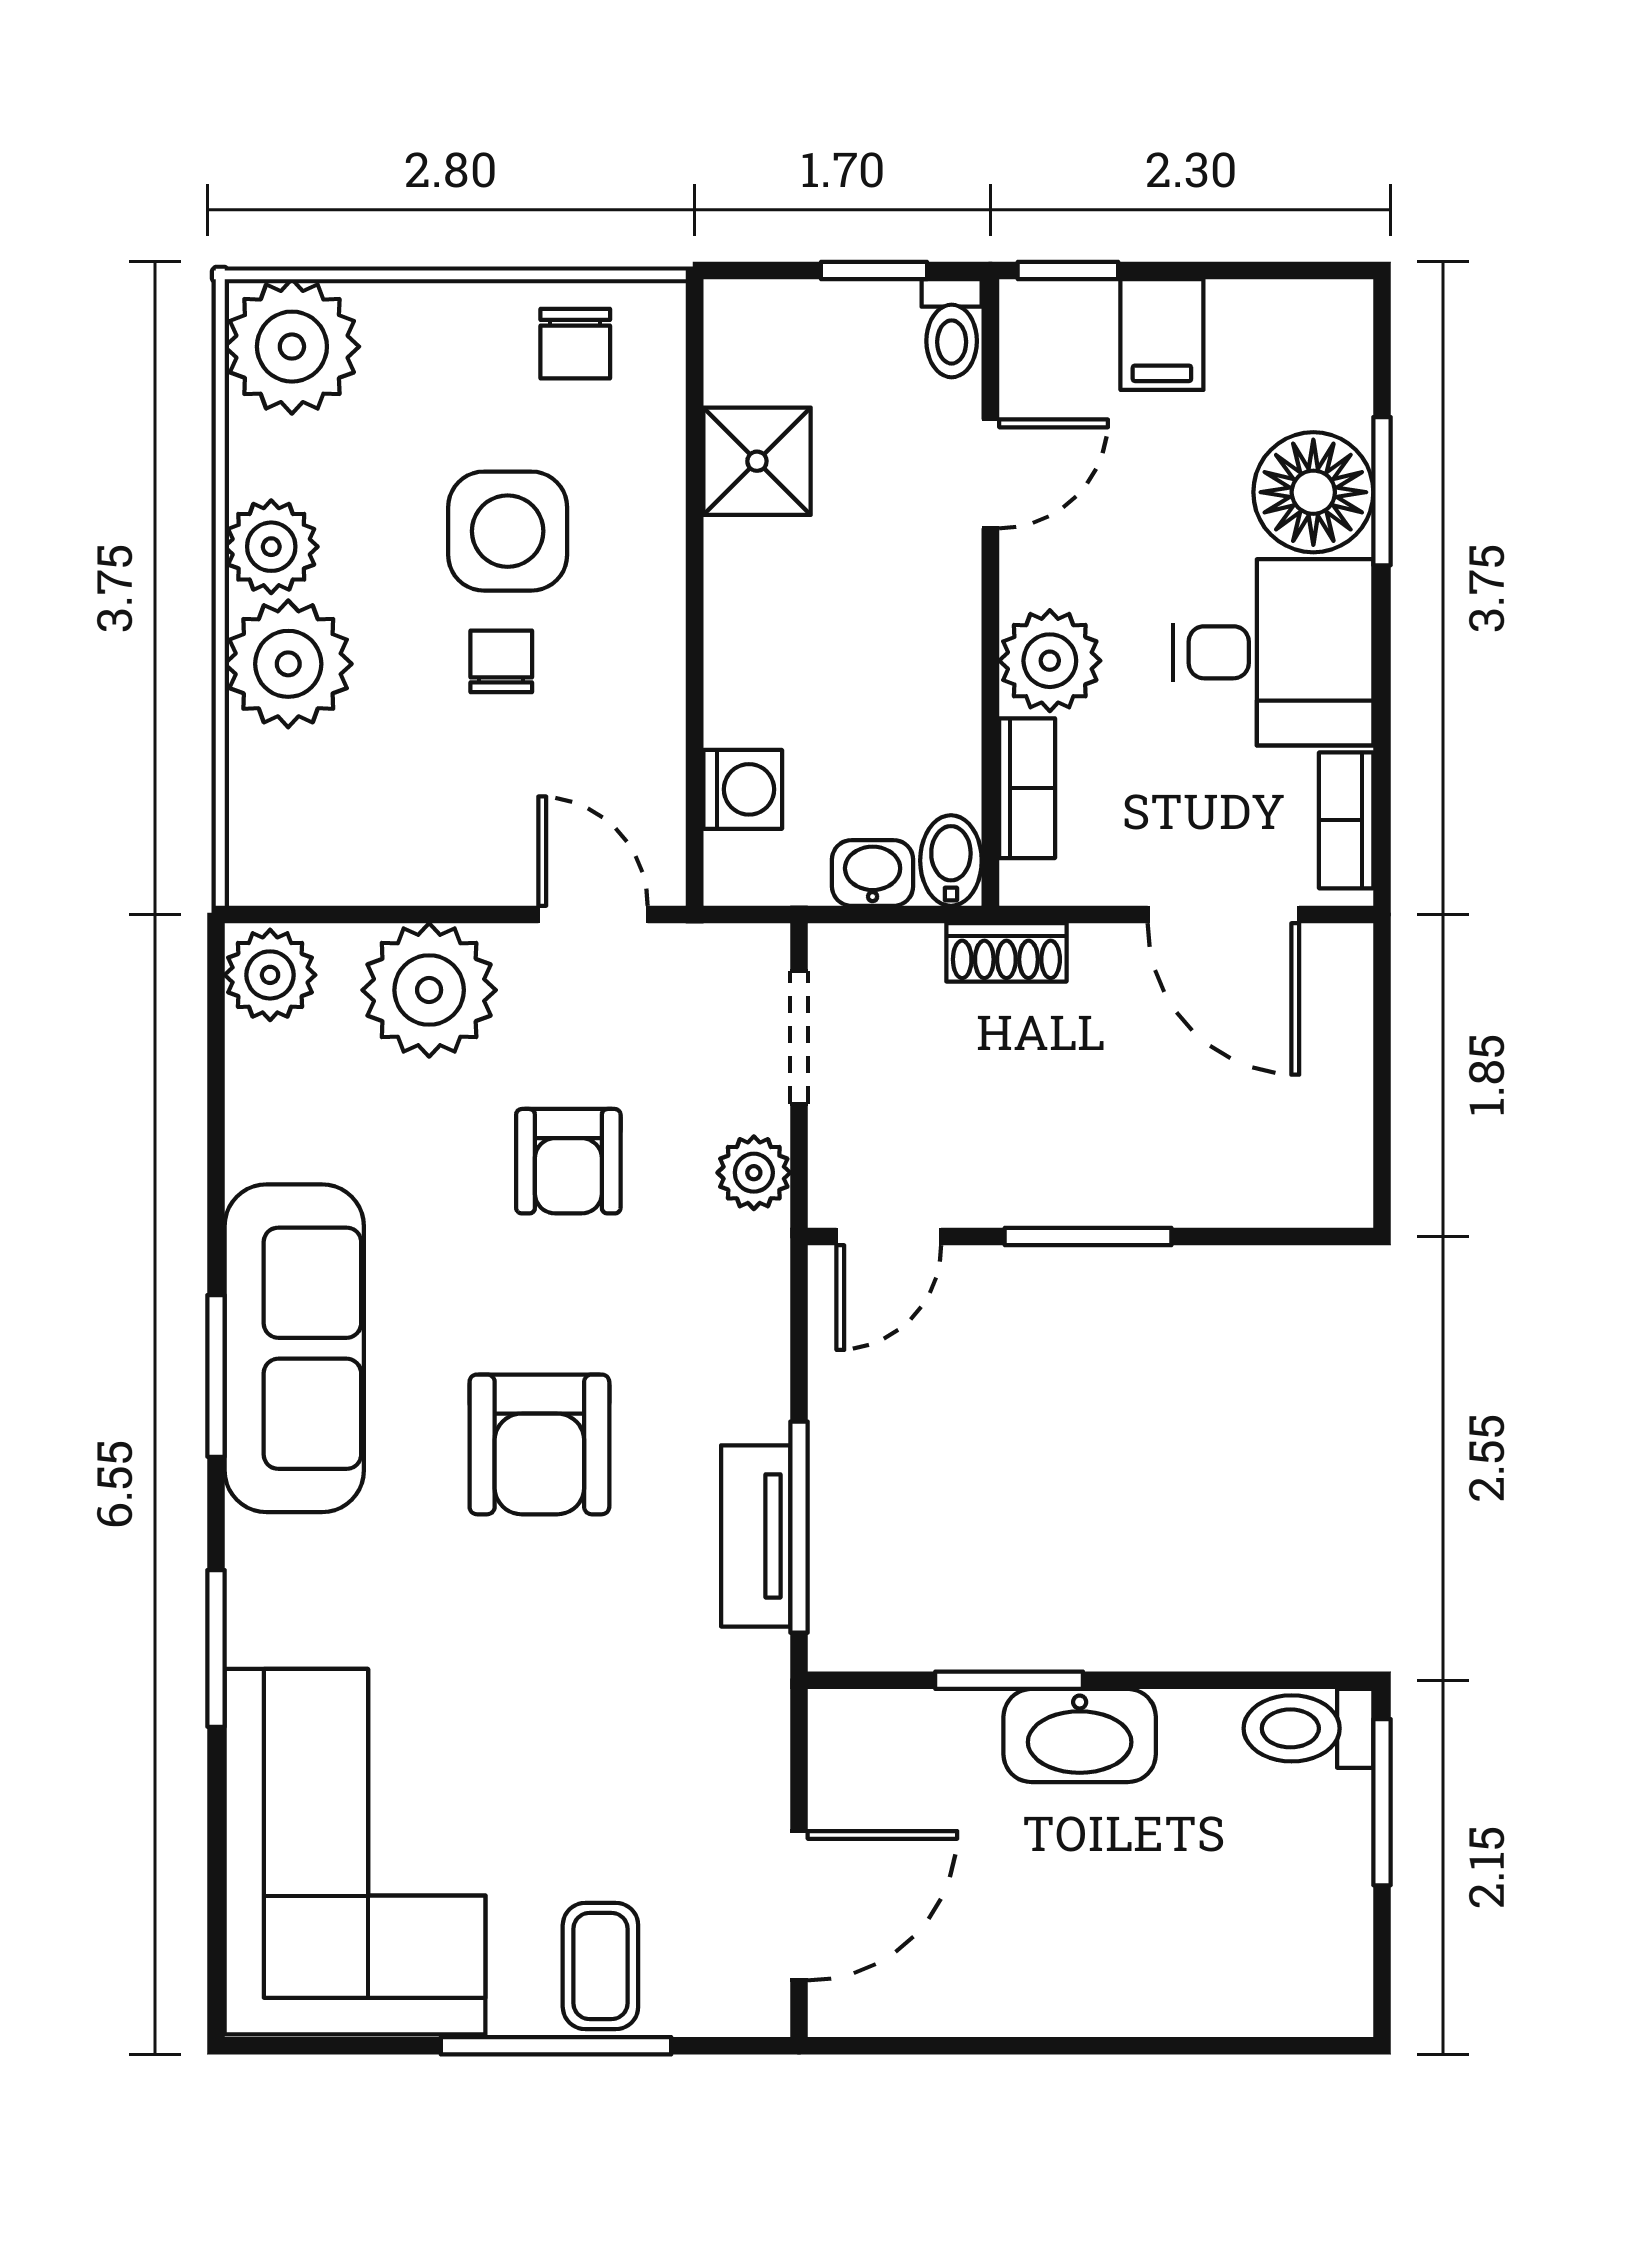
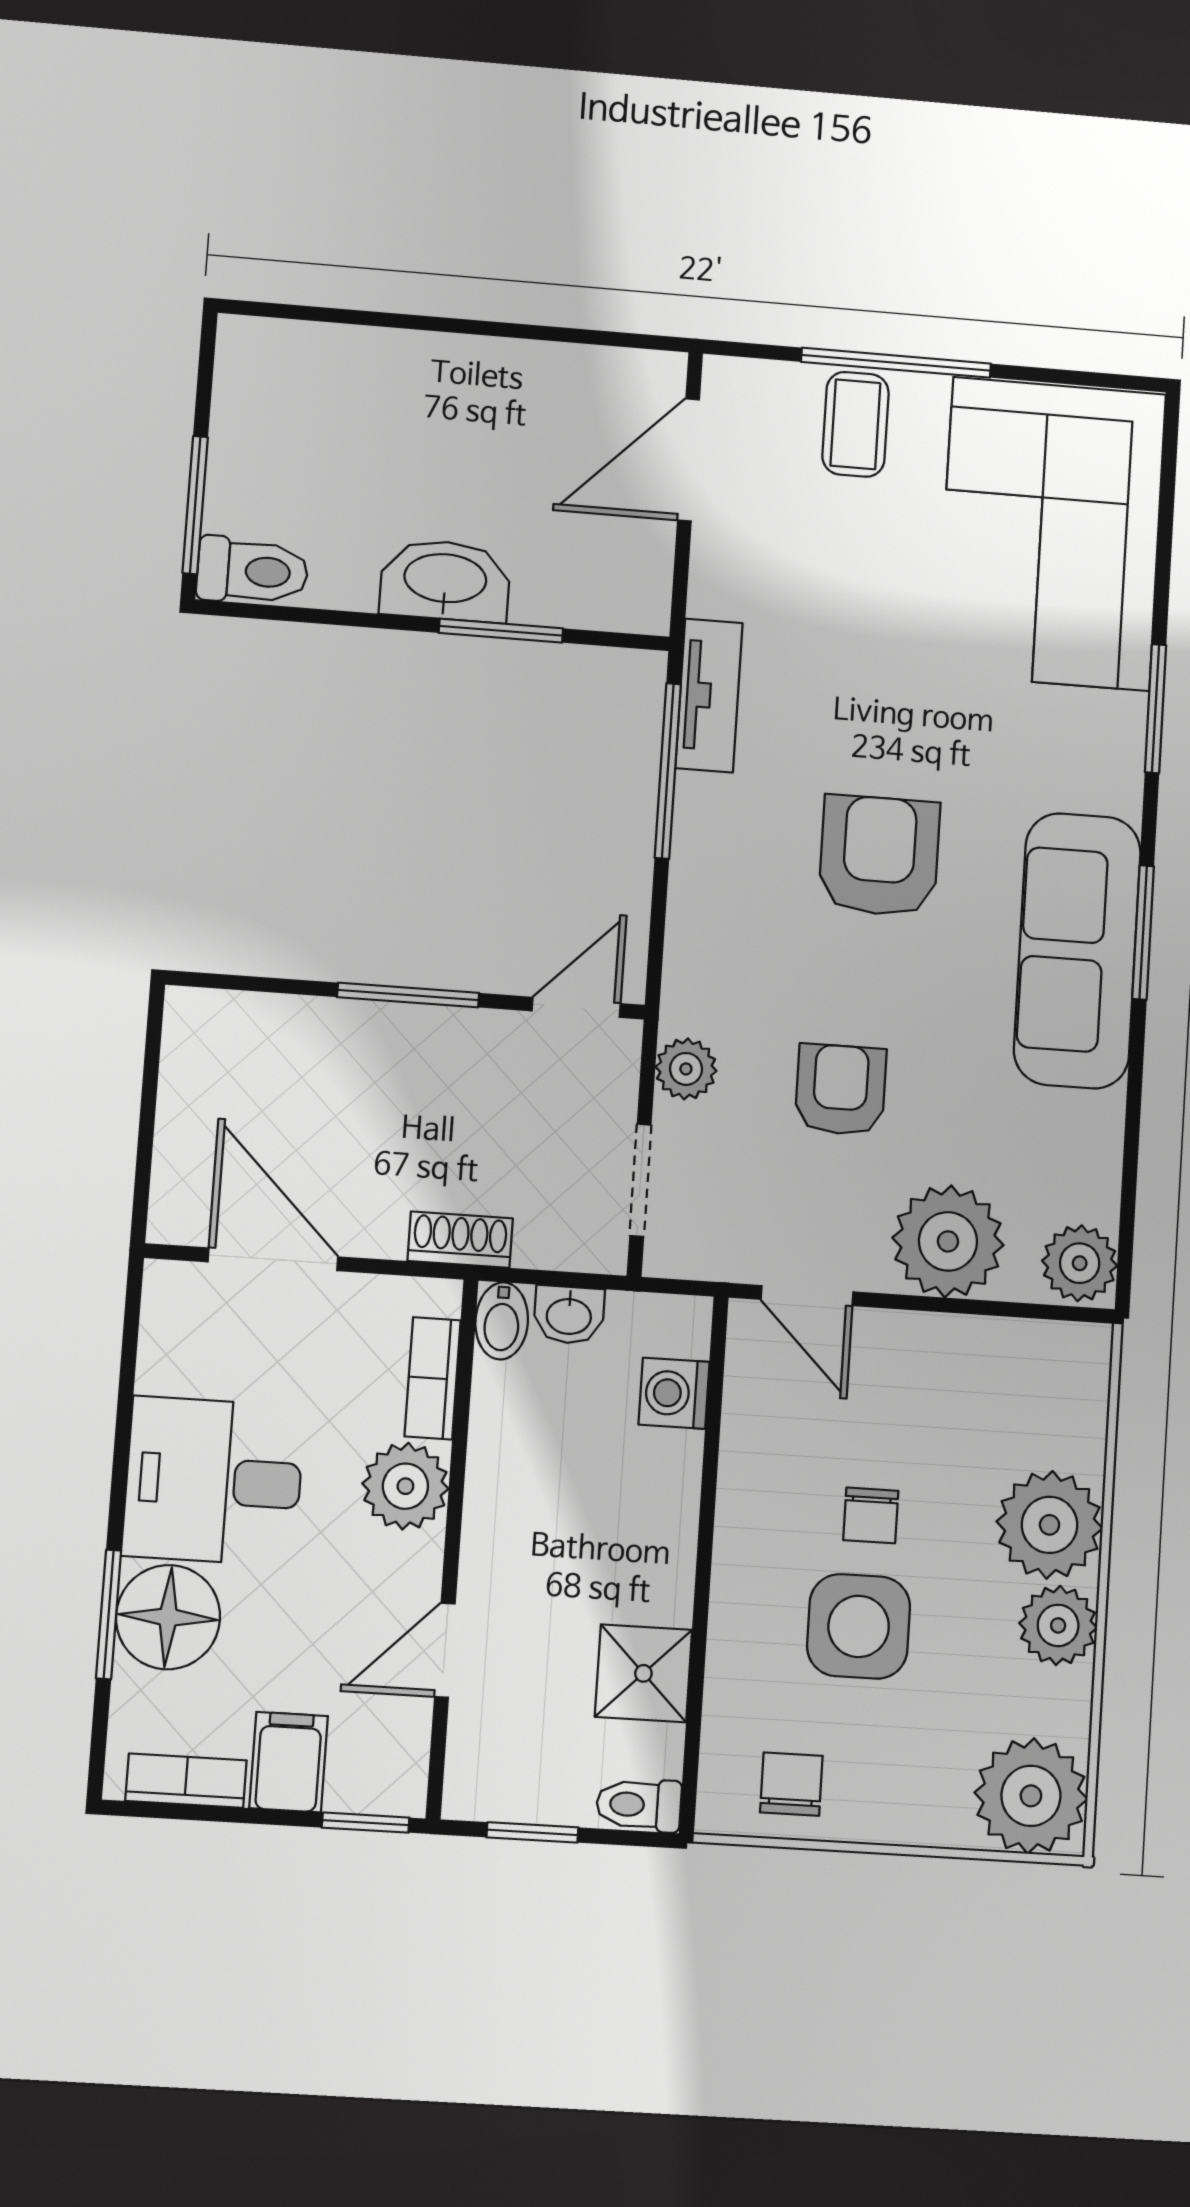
toilet: (952, 328) -> (639, 1805), moved, turned -90
bookcase: (1346, 820) -> (186, 1781), moved, turned -90
tv unit: (756, 1536) -> (709, 695), moved

